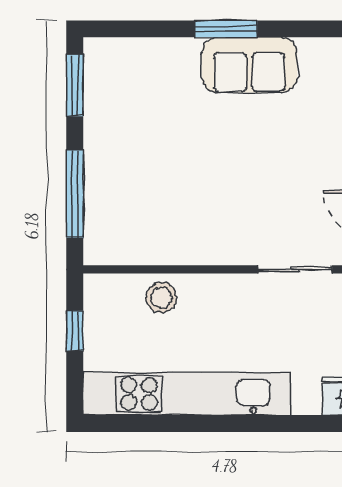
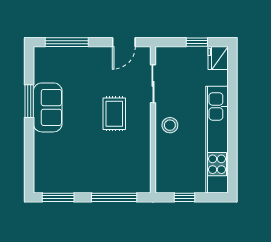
window: (226, 29) -> (29, 101), moved
rug: (237, 194) -> (114, 114), added
stool: (161, 298) -> (170, 125), moved

